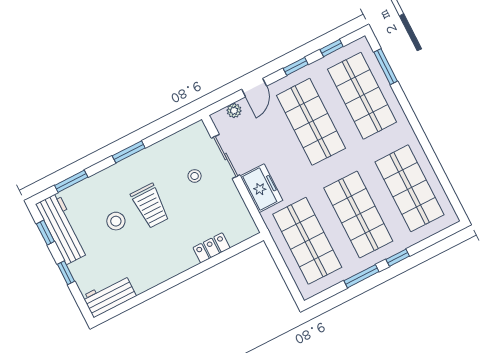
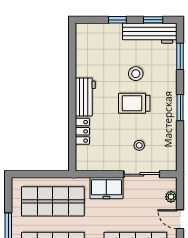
workbench: (109, 296) -> (85, 97), moved

